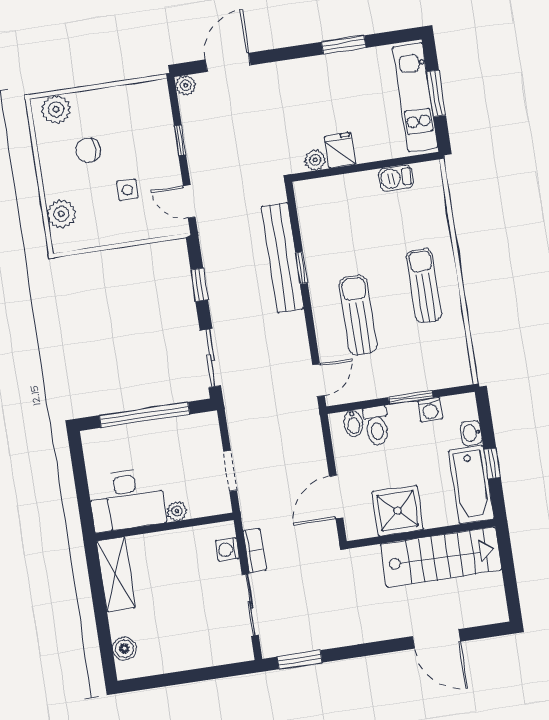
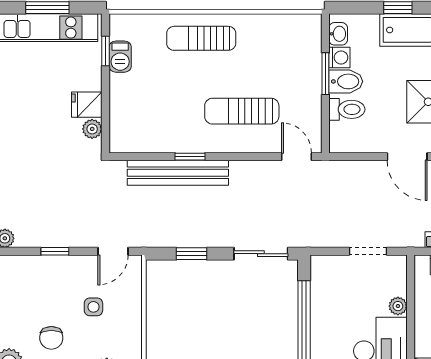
window: (400, 162) -> (105, 51), added
sun lounger: (424, 286) -> (201, 38), moved
bidet: (353, 423) -> (346, 81), moved, width x1.38, depth x1.36
washbasin: (471, 433) -> (338, 34), moved, turned -90

